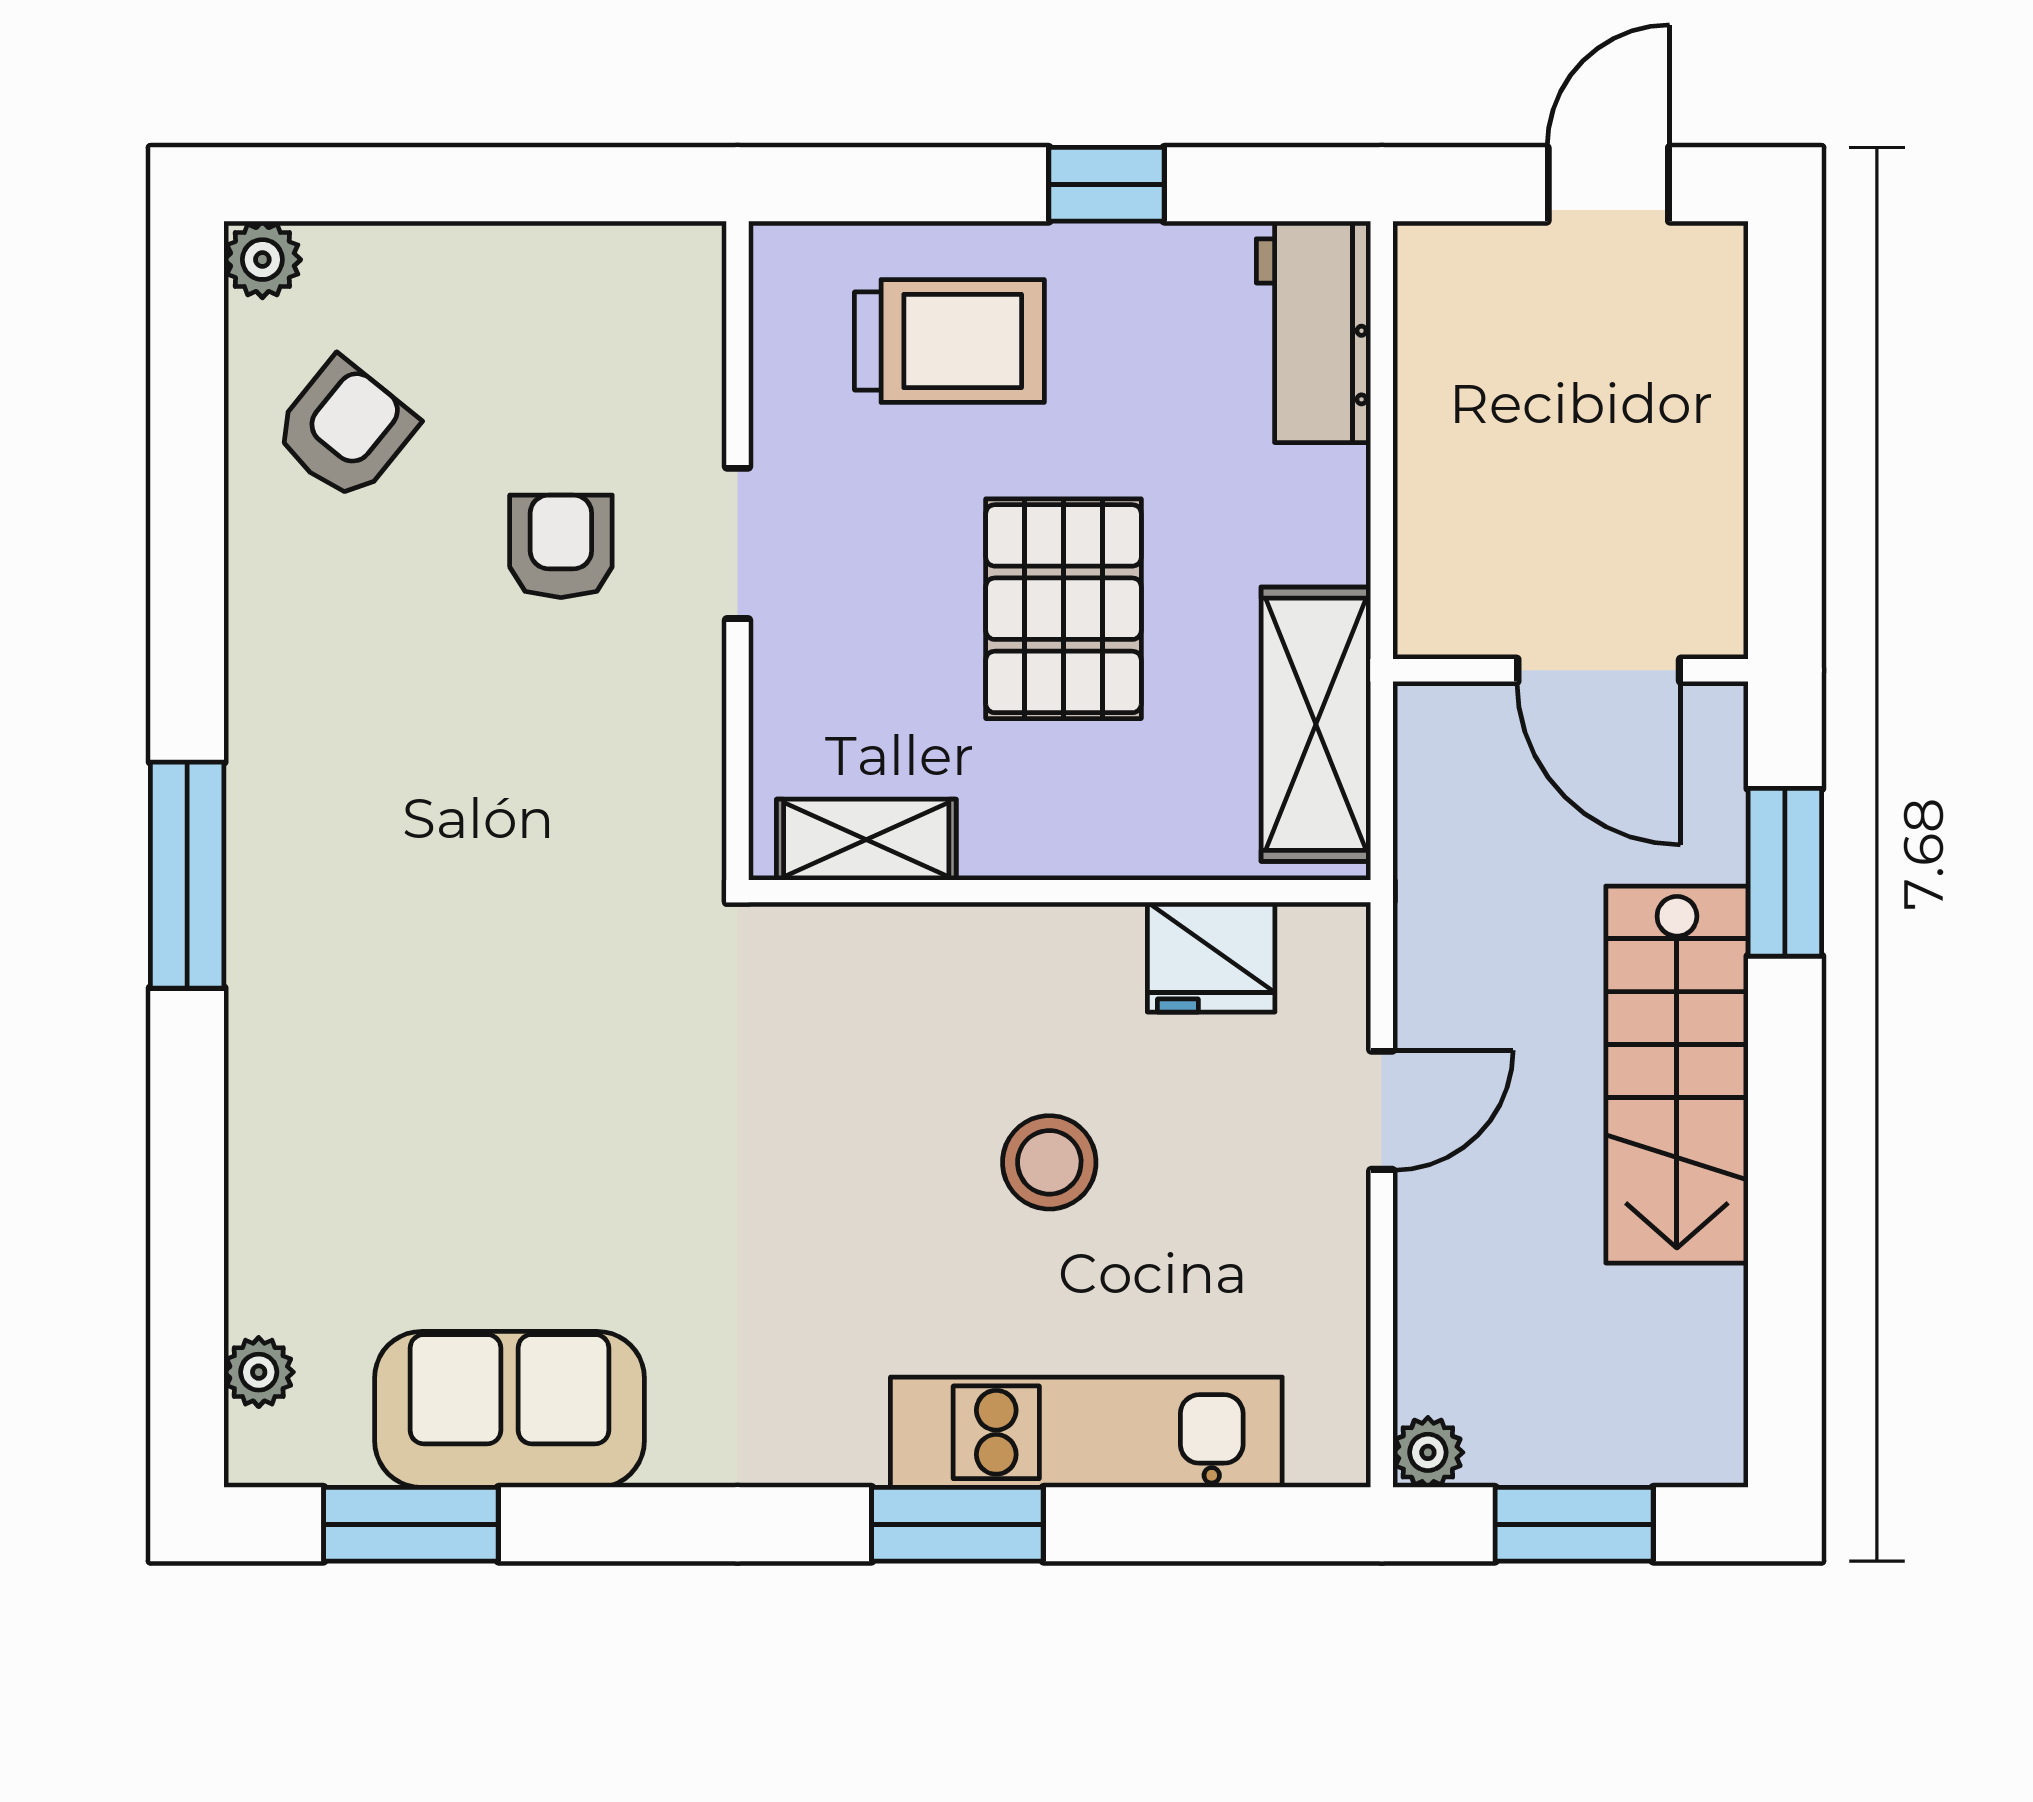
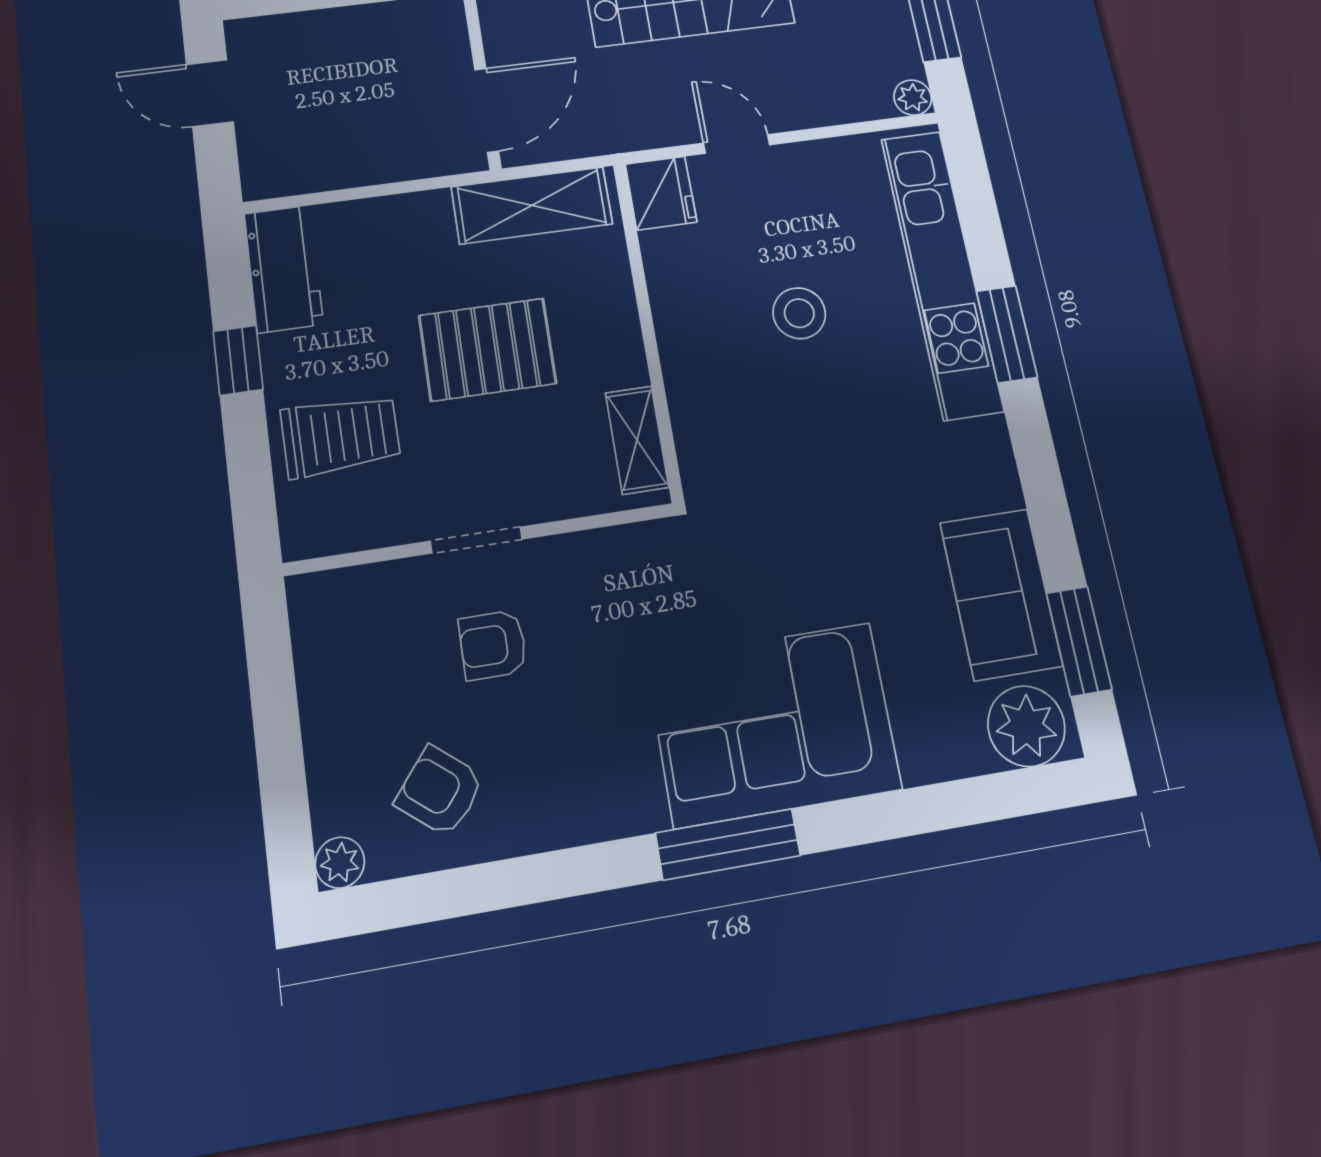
workbench: (1313, 332) -> (284, 269), moved, turned -90
trolley: (949, 341) -> (341, 436), turned 89
door: (1599, 670) -> (487, 110), moved
fridge: (1211, 957) -> (661, 193), moved
corner sofa: (361, 984) -> (773, 724), added
plant: (259, 1372) -> (1026, 726), width x1.87, depth x1.87
kitchen unit: (1086, 1432) -> (942, 273), width x1.36

